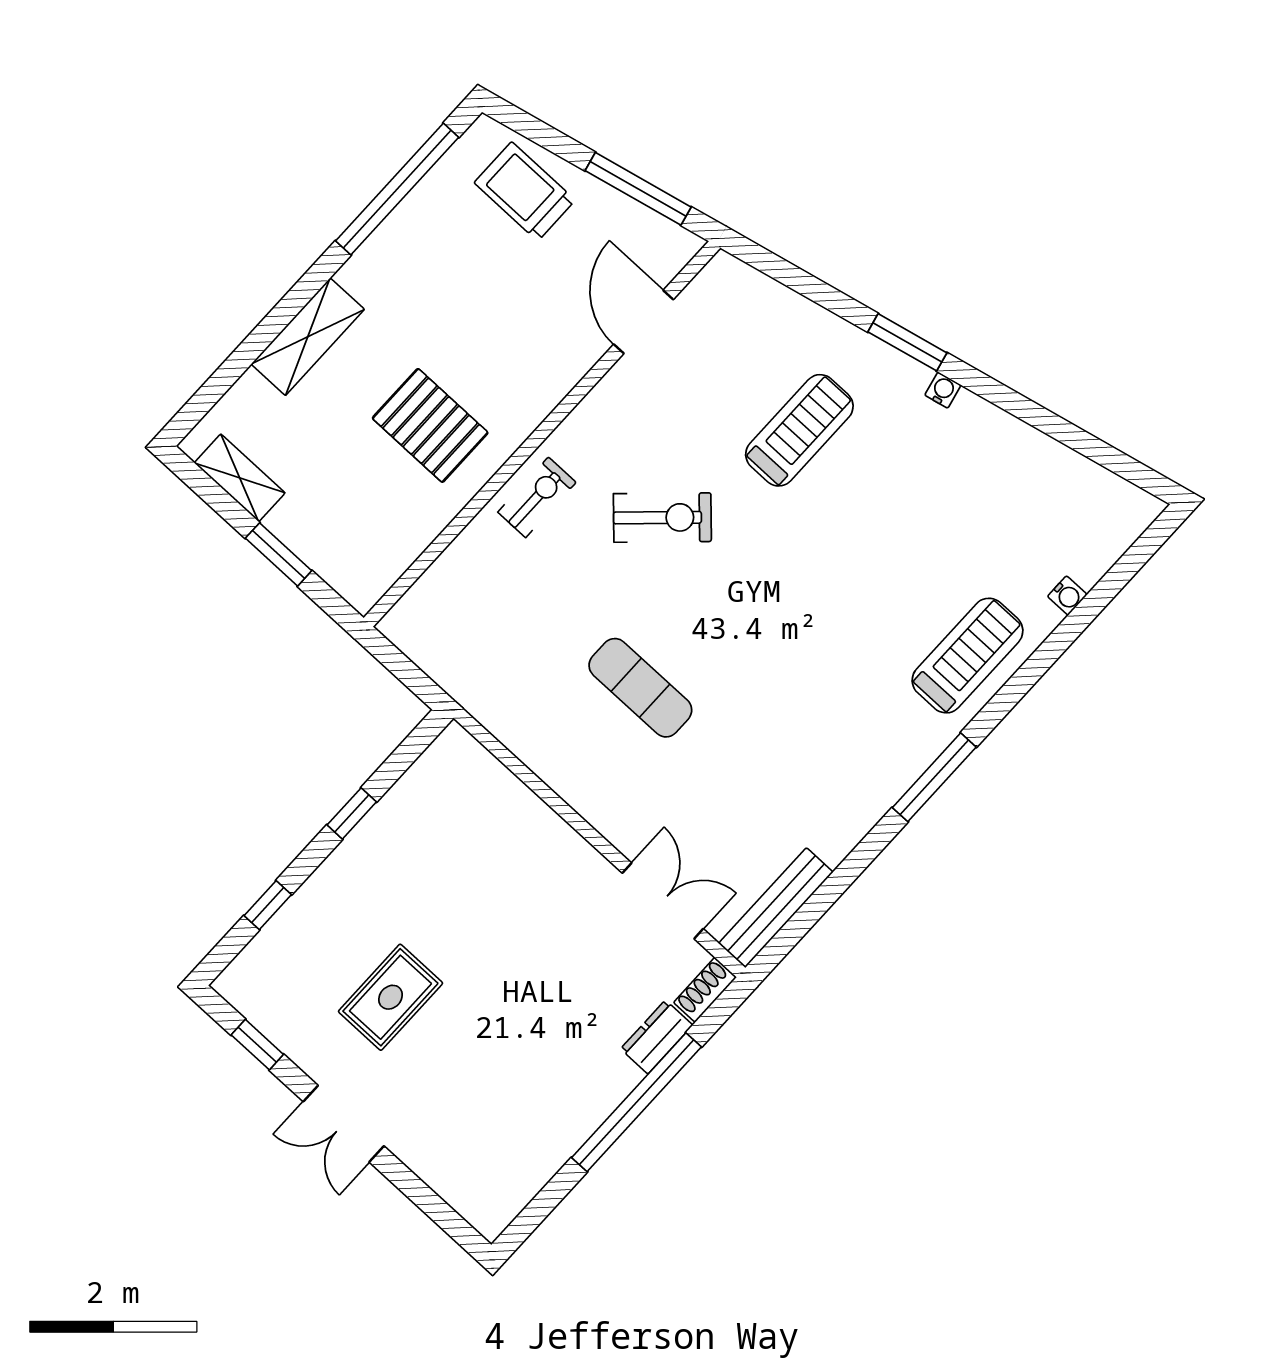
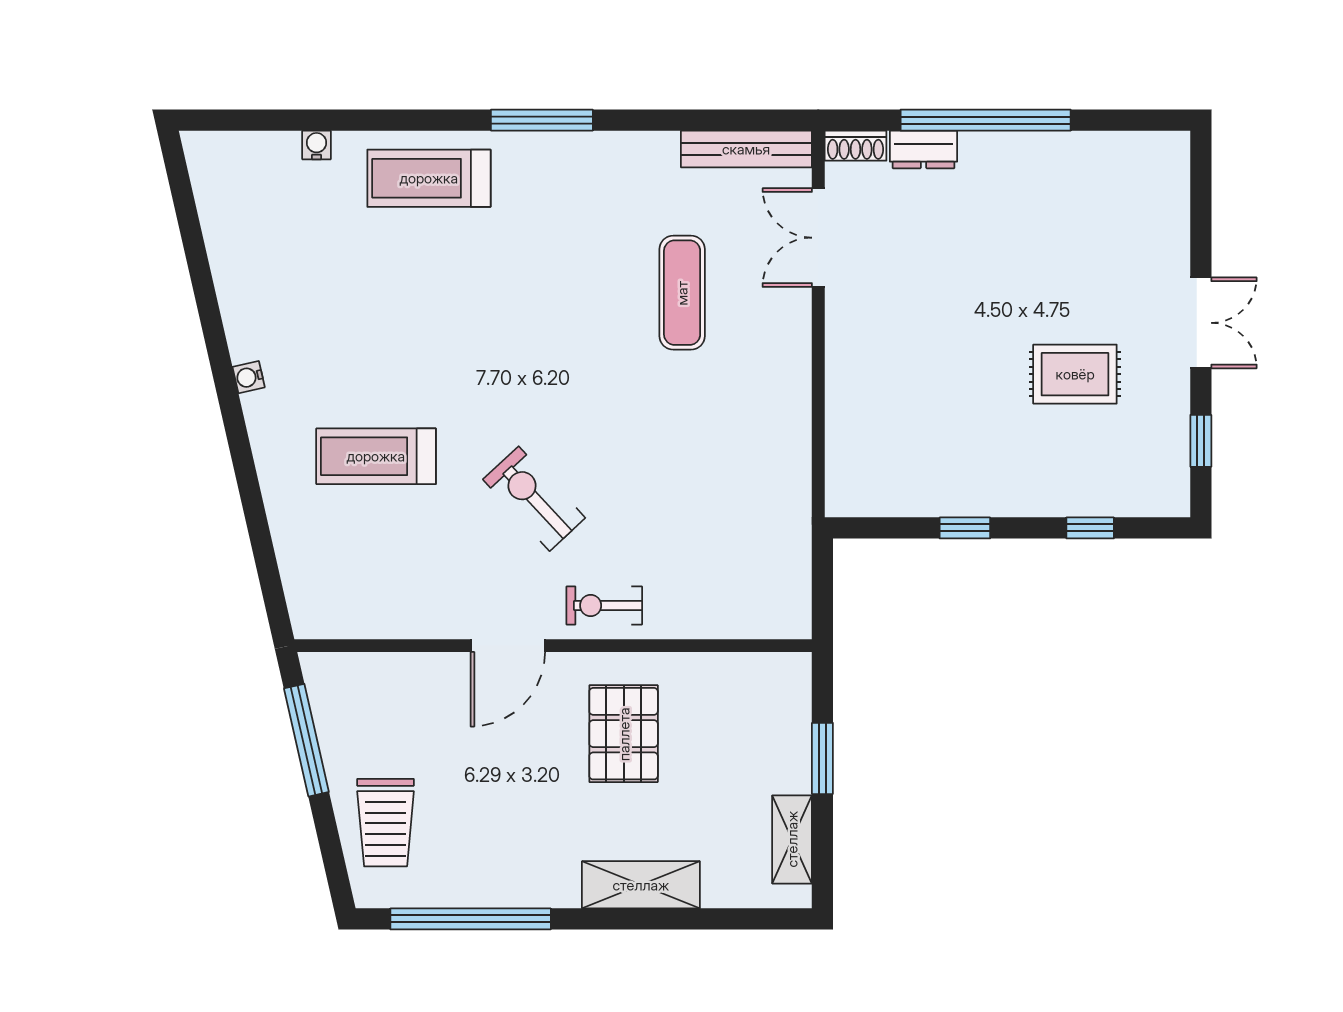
door: (644, 322) -> (508, 646), moved
window: (907, 342) -> (237, 436), removed
exercise mat: (640, 688) -> (682, 293), moved

